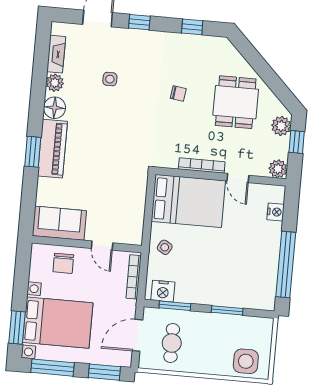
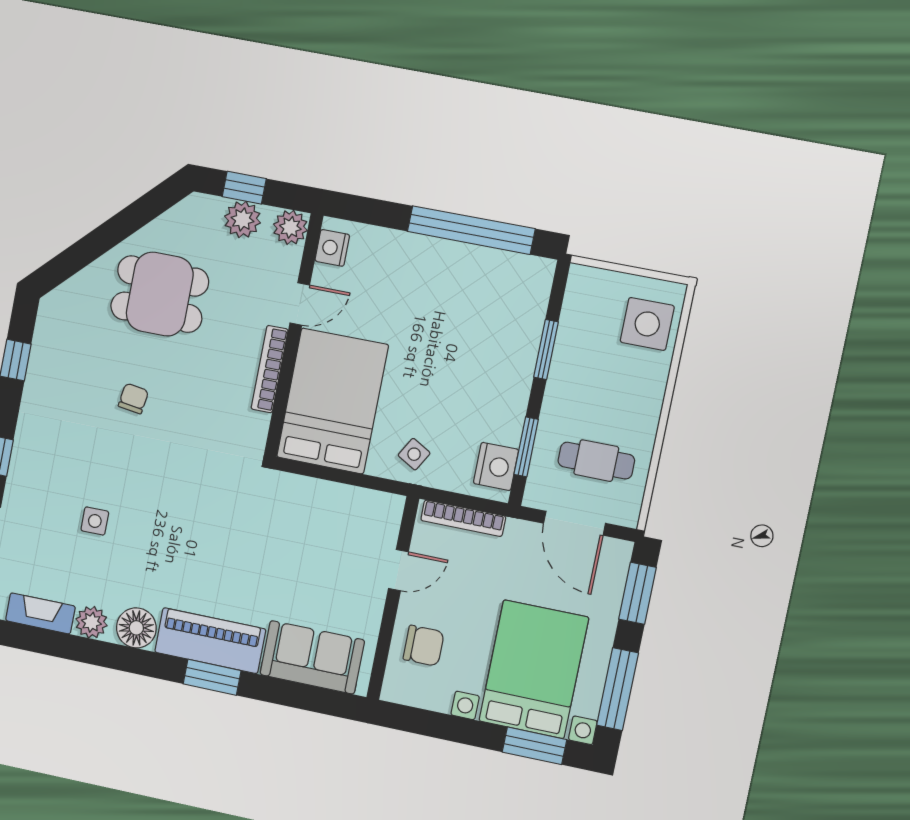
plant: (281, 126) -> (242, 219), moved
nightstand: (276, 212) -> (332, 248), moved, turned -90
sofa: (59, 223) -> (312, 657), moved, turned 90

